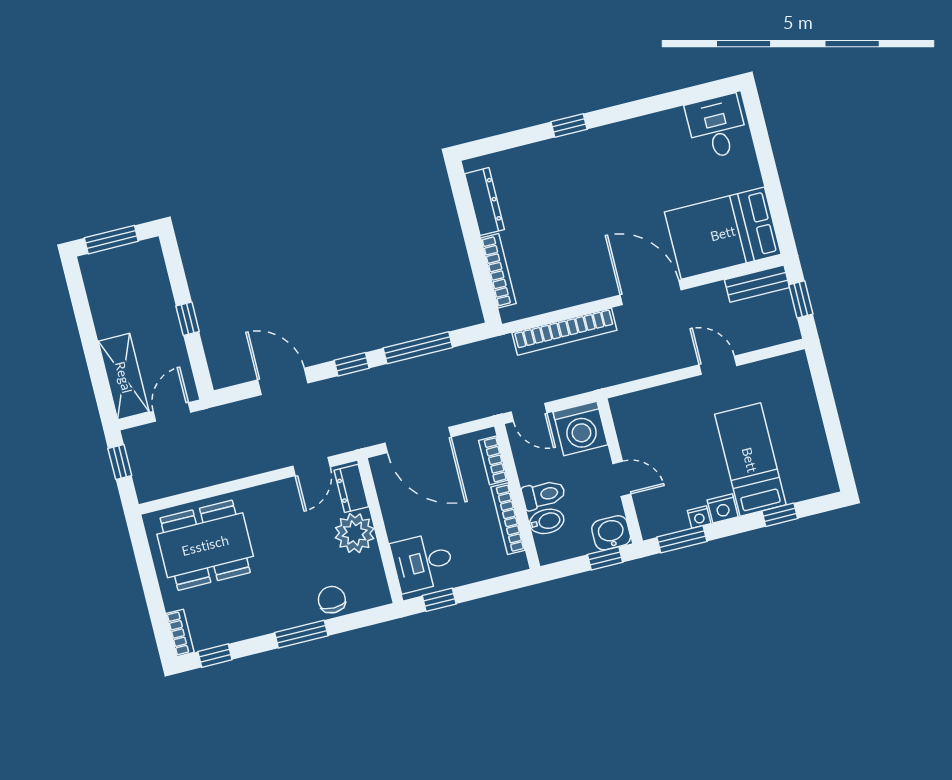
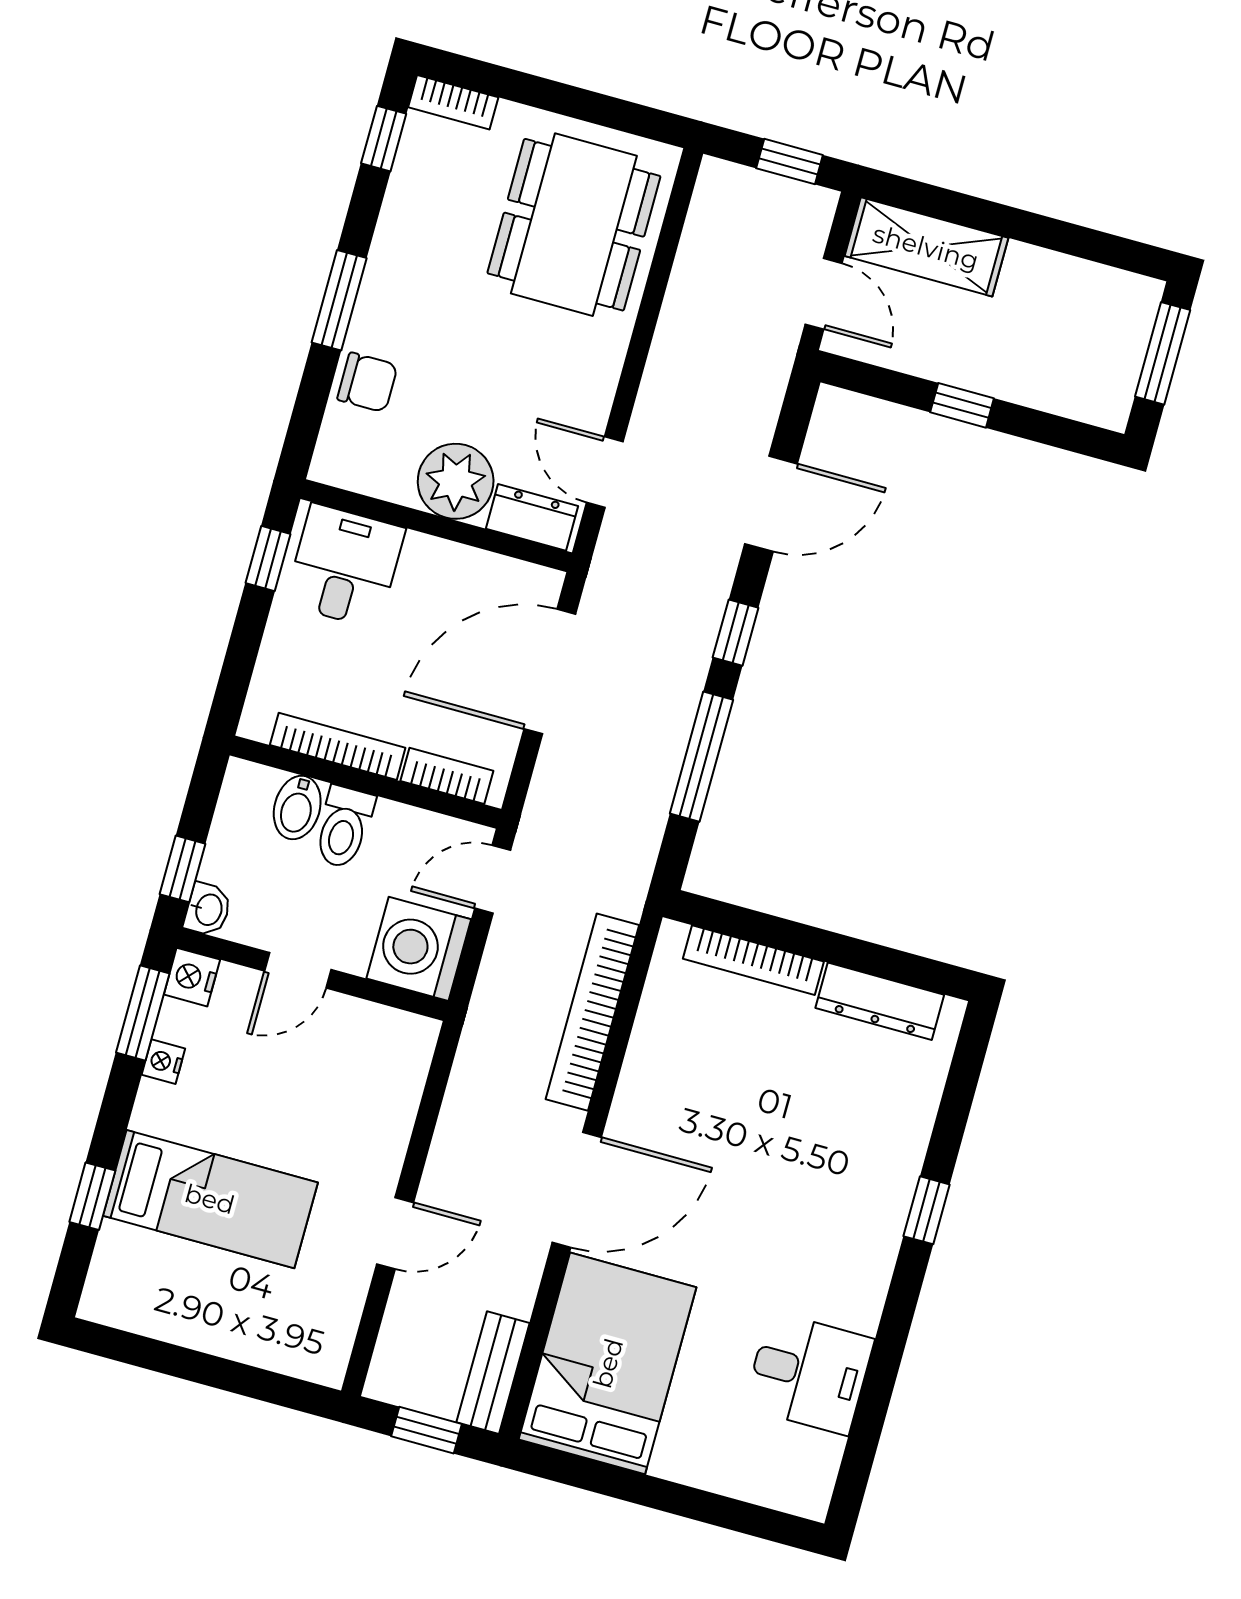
desk: (717, 127) -> (809, 1373), moved
nightstand: (723, 508) -> (192, 977), moved
washbasin: (611, 533) -> (208, 909), width x0.72, depth x0.69

